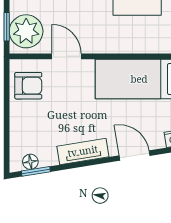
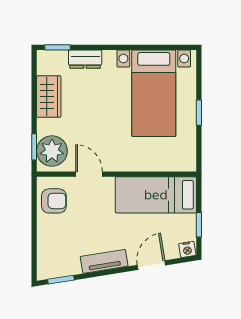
door: (135, 156) -> (151, 265), hinge flipped
floor lamp: (30, 162) -> (56, 271), removed

